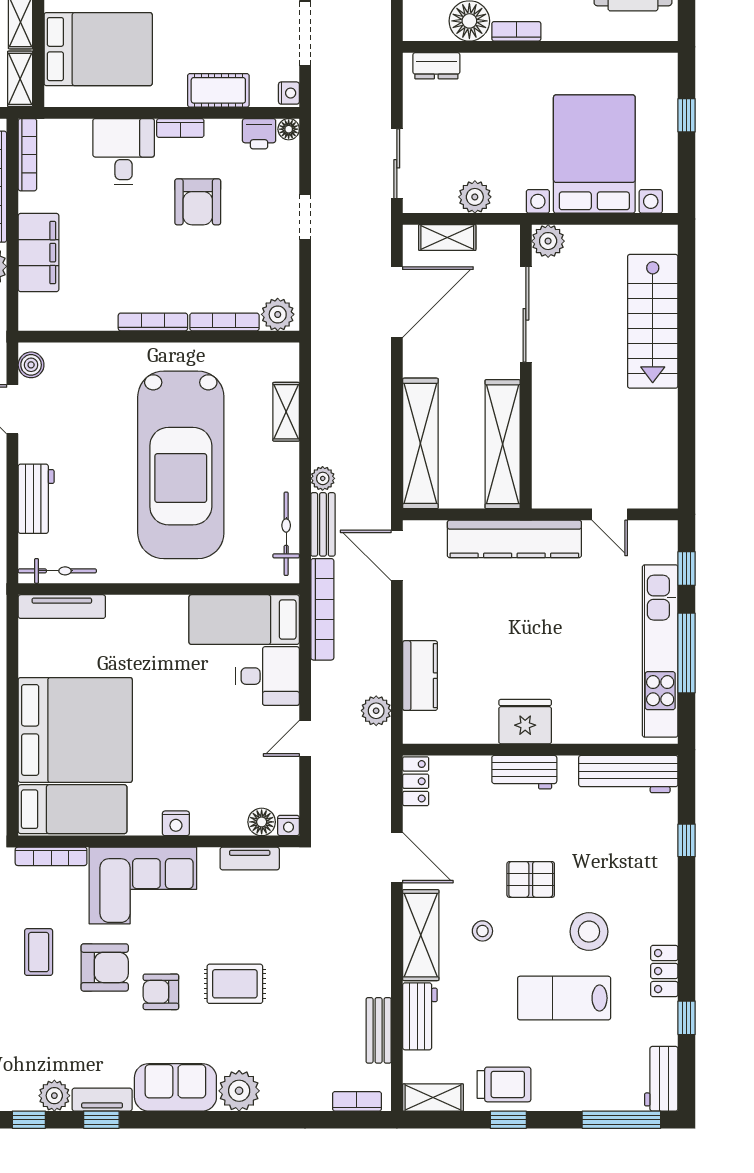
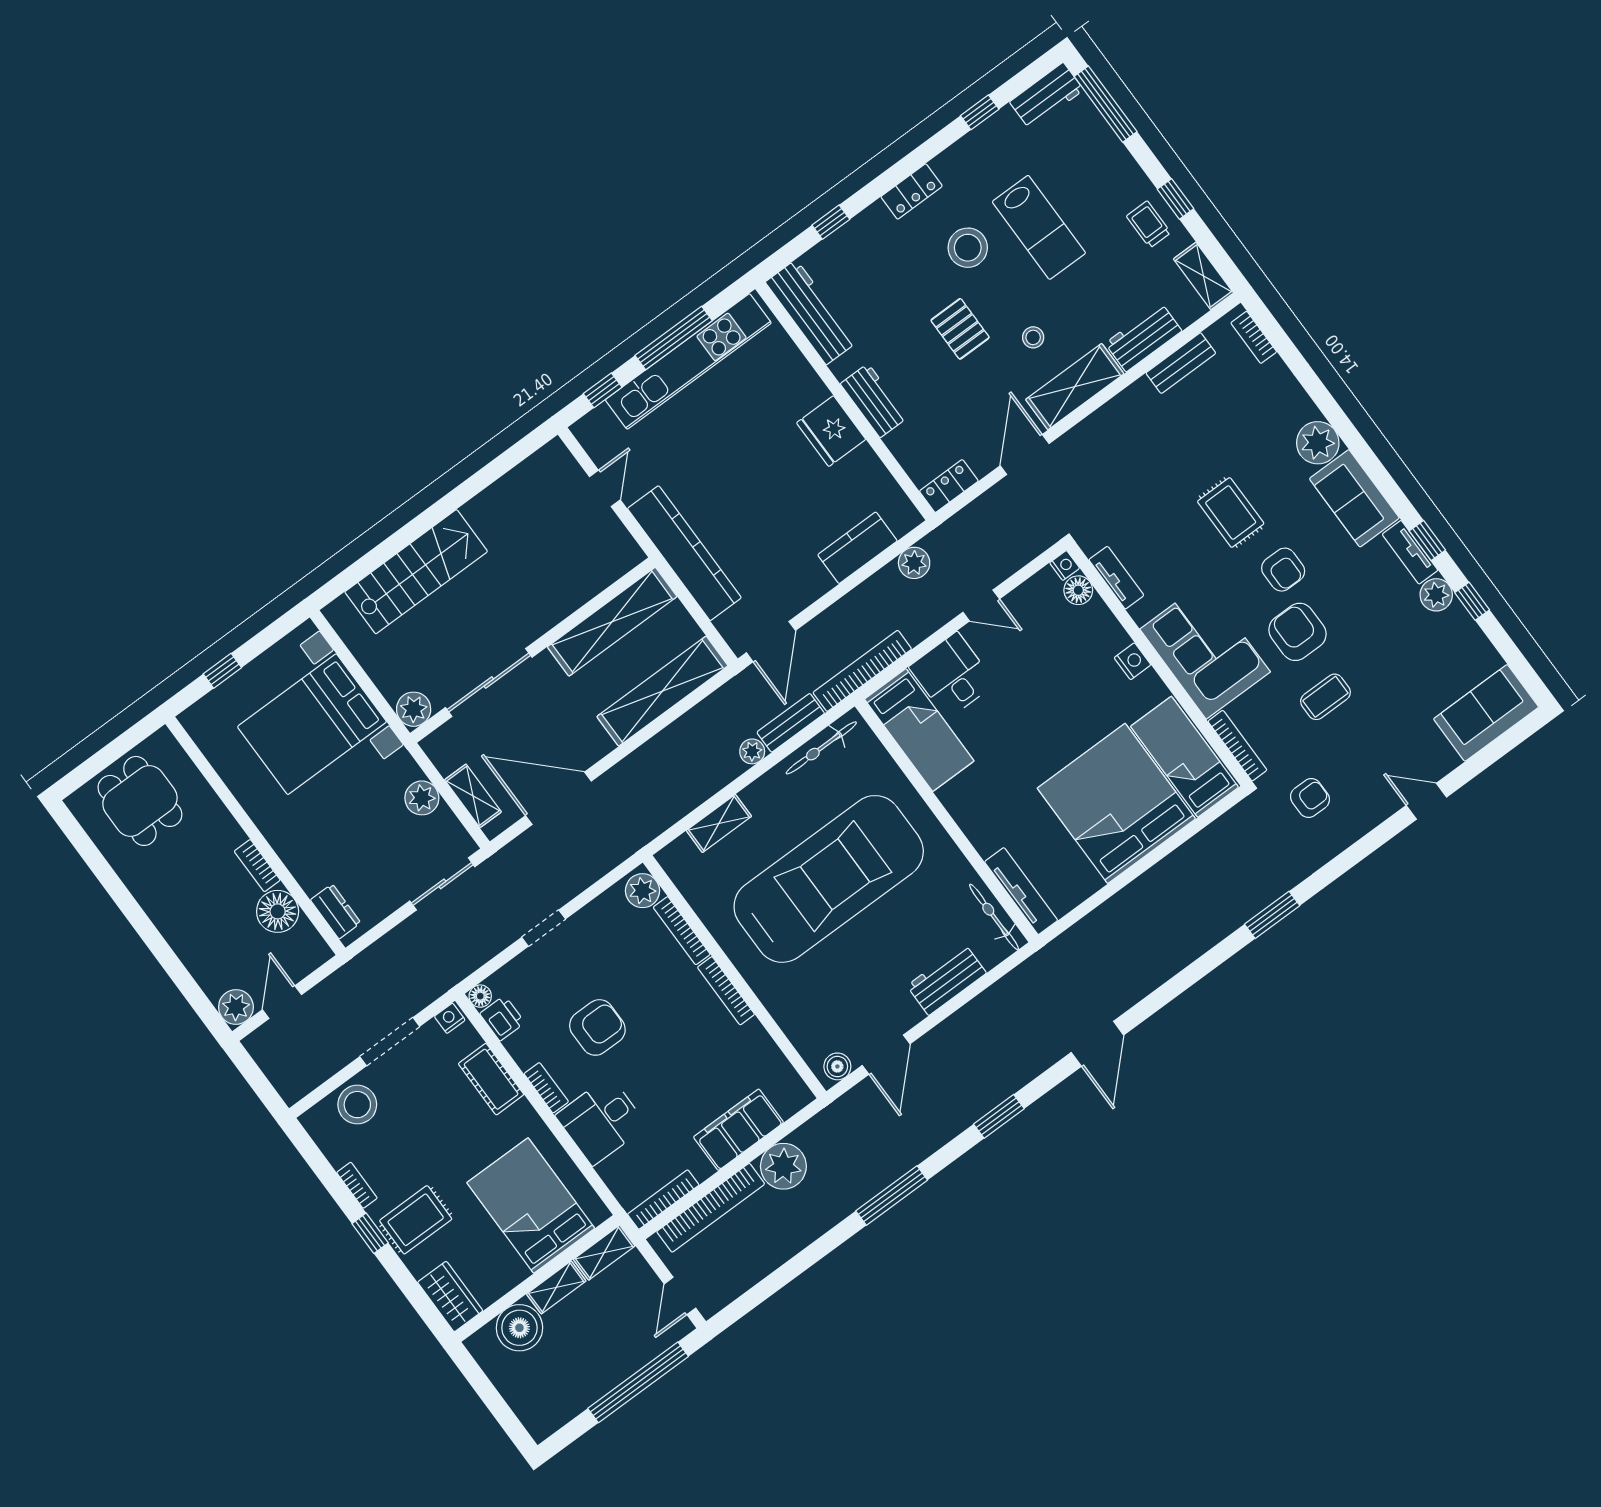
locker: (664, 971) -> (912, 191), moved
trolley: (504, 1084) -> (1149, 224), width x0.73, depth x0.72

